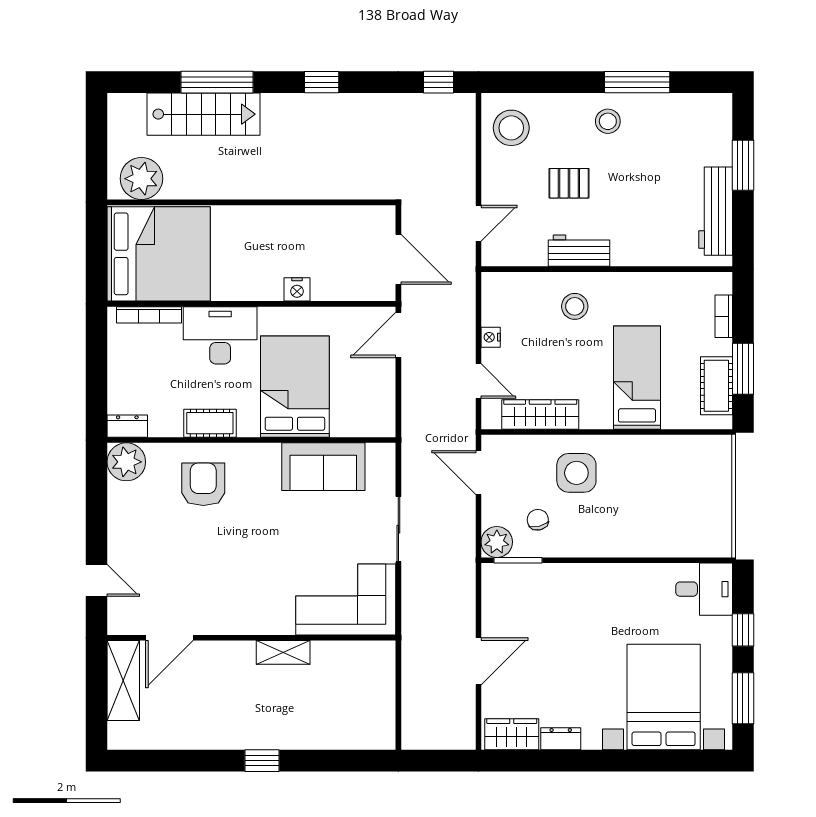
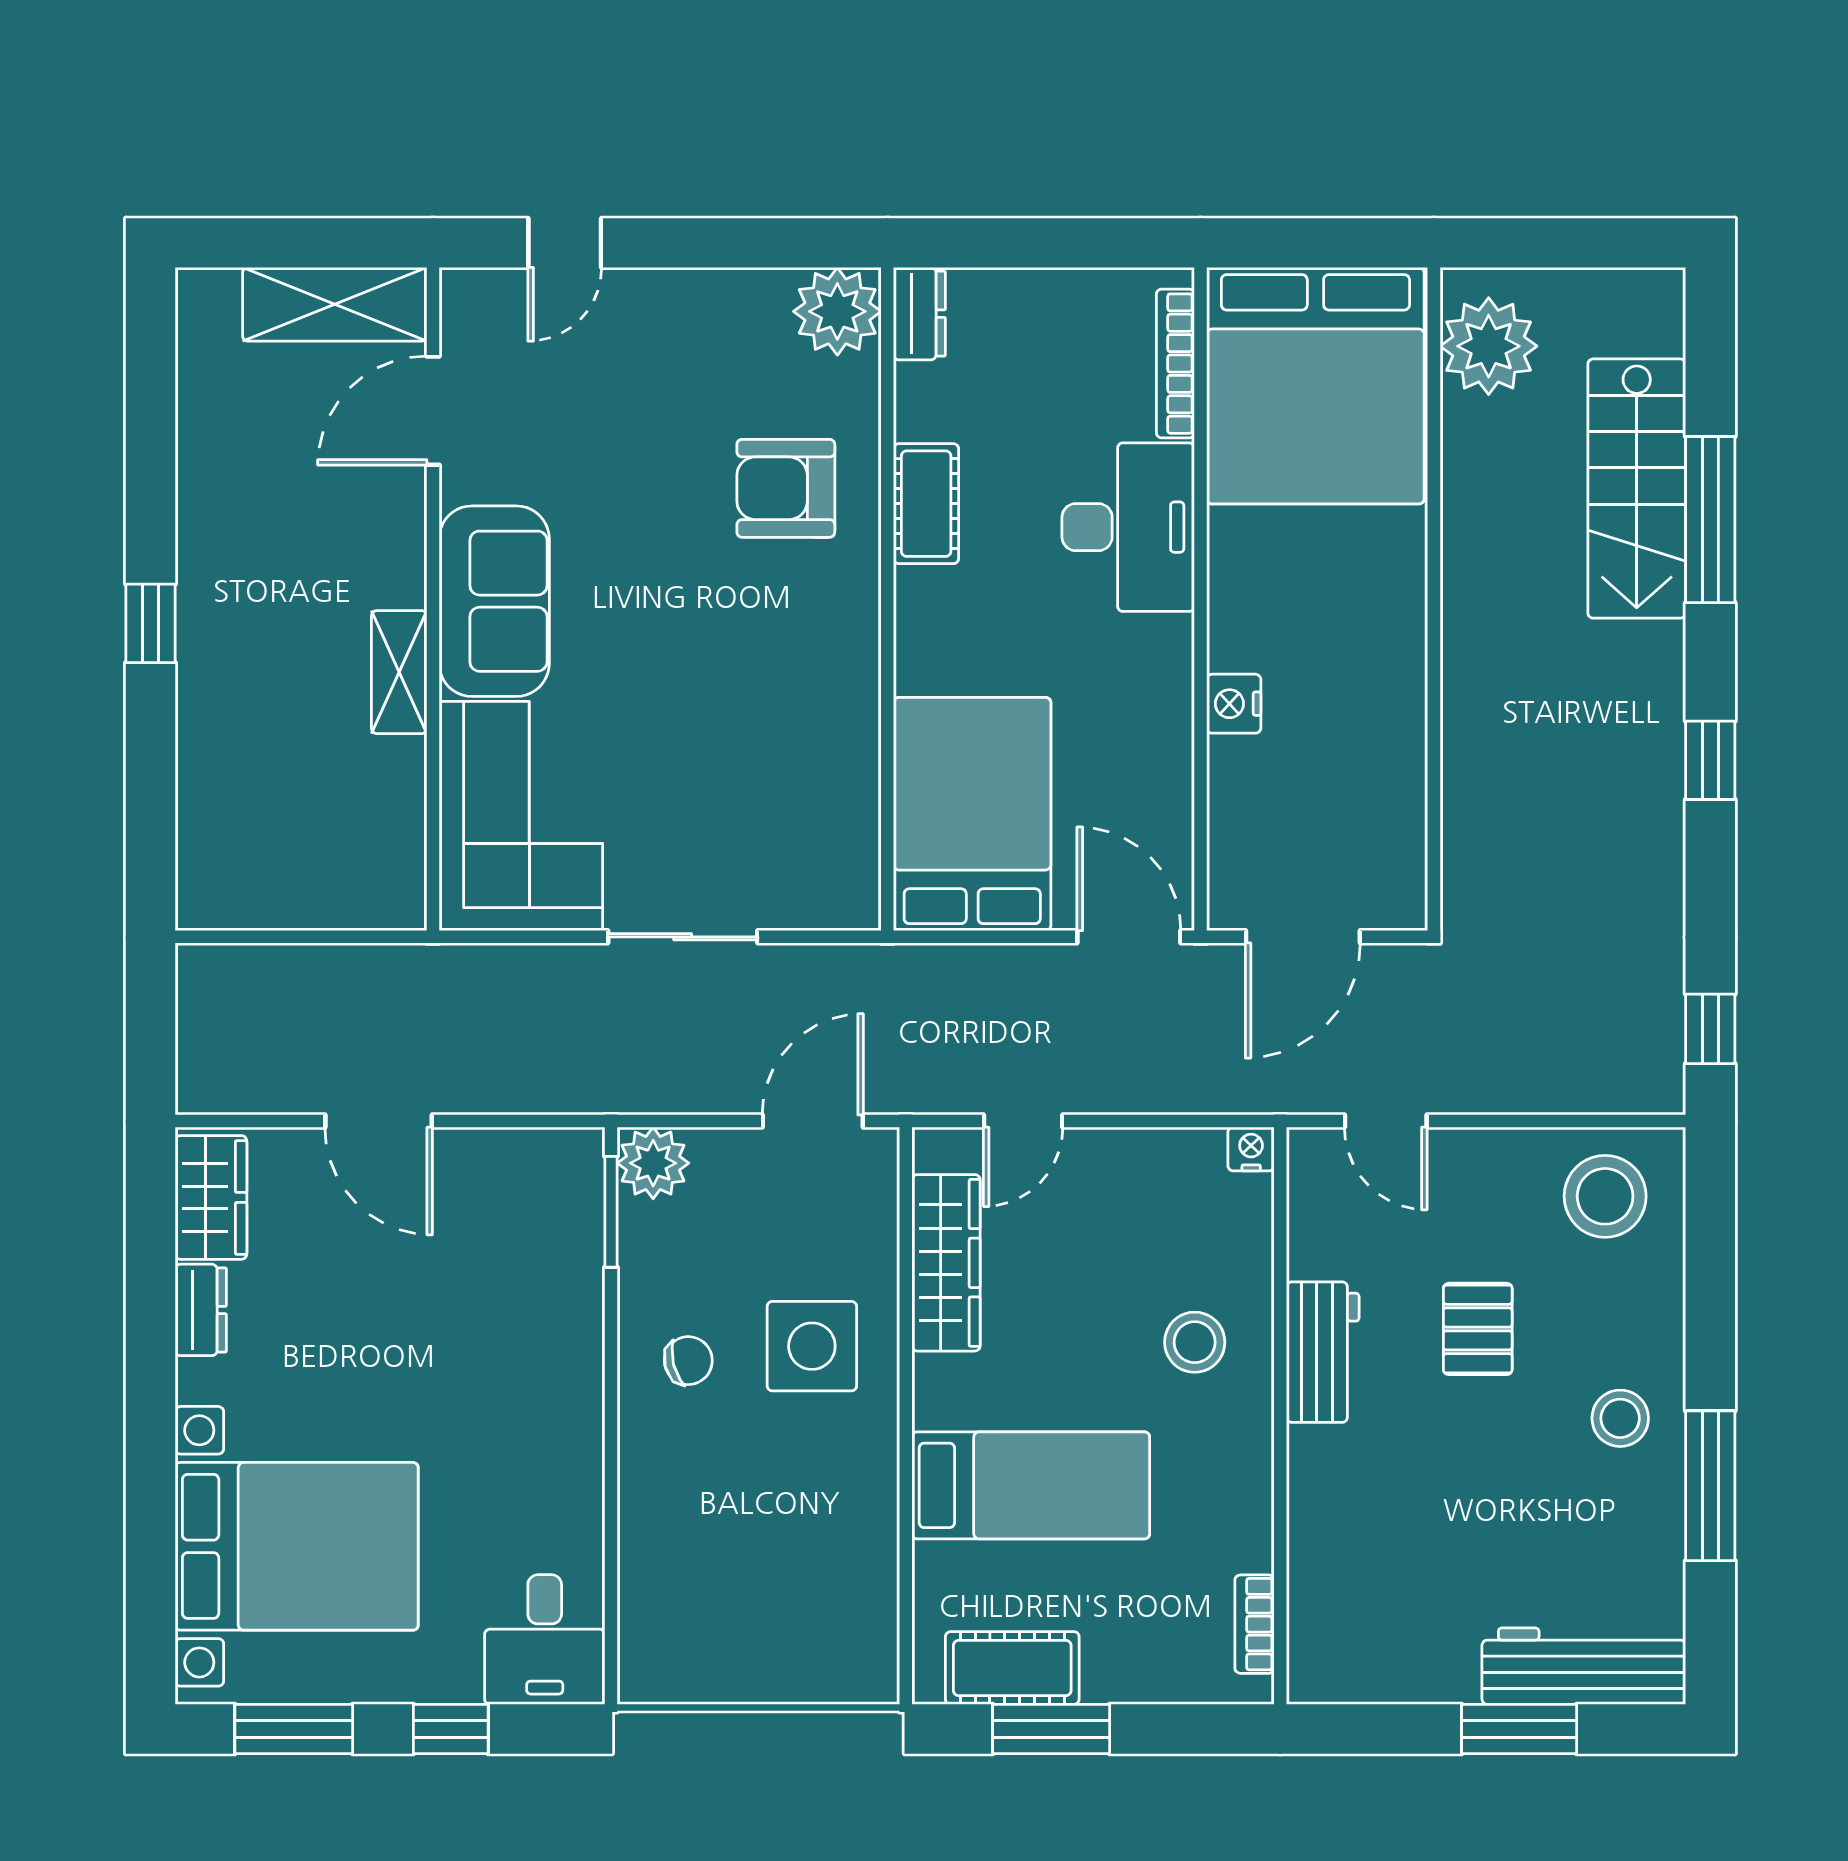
workbench: (716, 211) -> (1584, 1666), moved
bookcase: (724, 316) -> (1255, 1624), moved, turned -90
nightstand: (491, 337) -> (1251, 1149), moved
bed: (295, 387) -> (972, 814), moved, turned -90
sofa: (323, 467) -> (494, 601), moved, turned 180
armchair: (203, 484) -> (786, 488), turned 180
chair: (538, 520) -> (688, 1361), moved
door: (169, 638) -> (433, 411), hinge flipped

